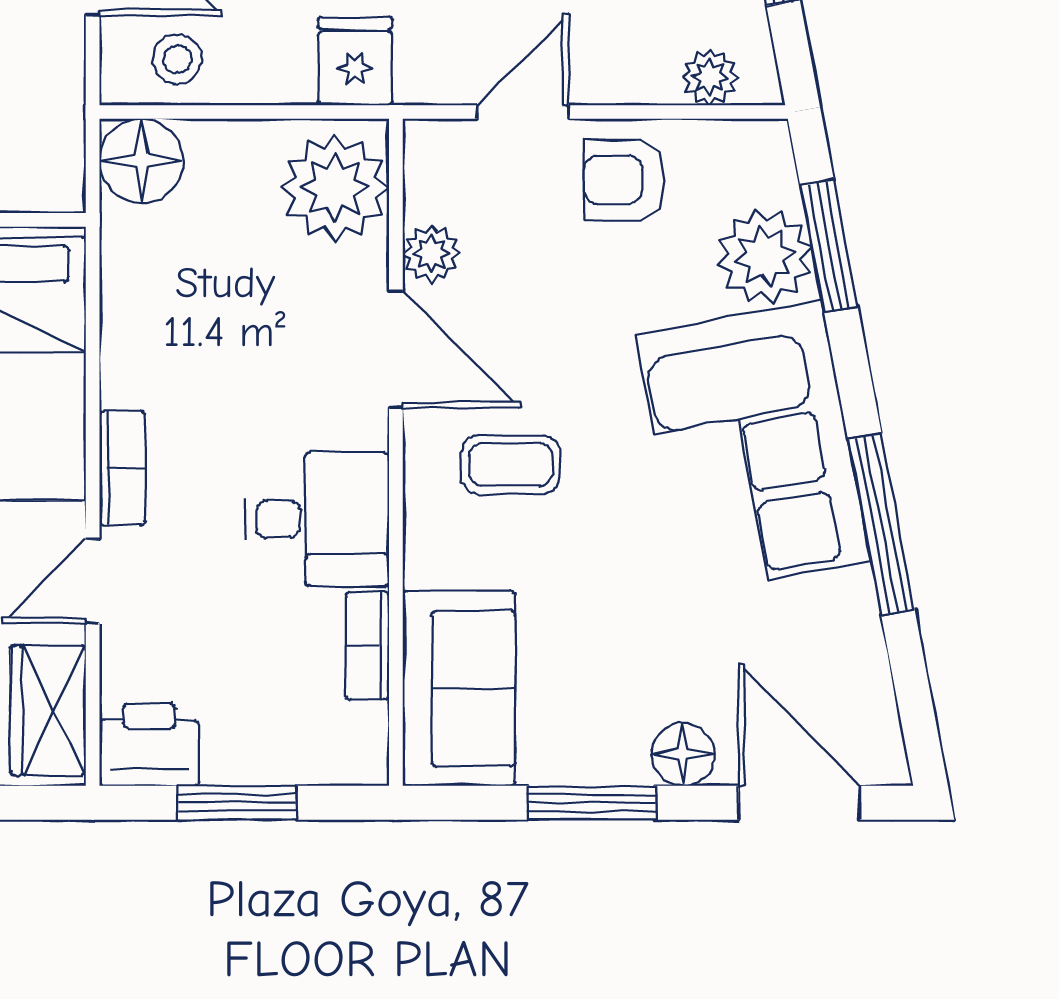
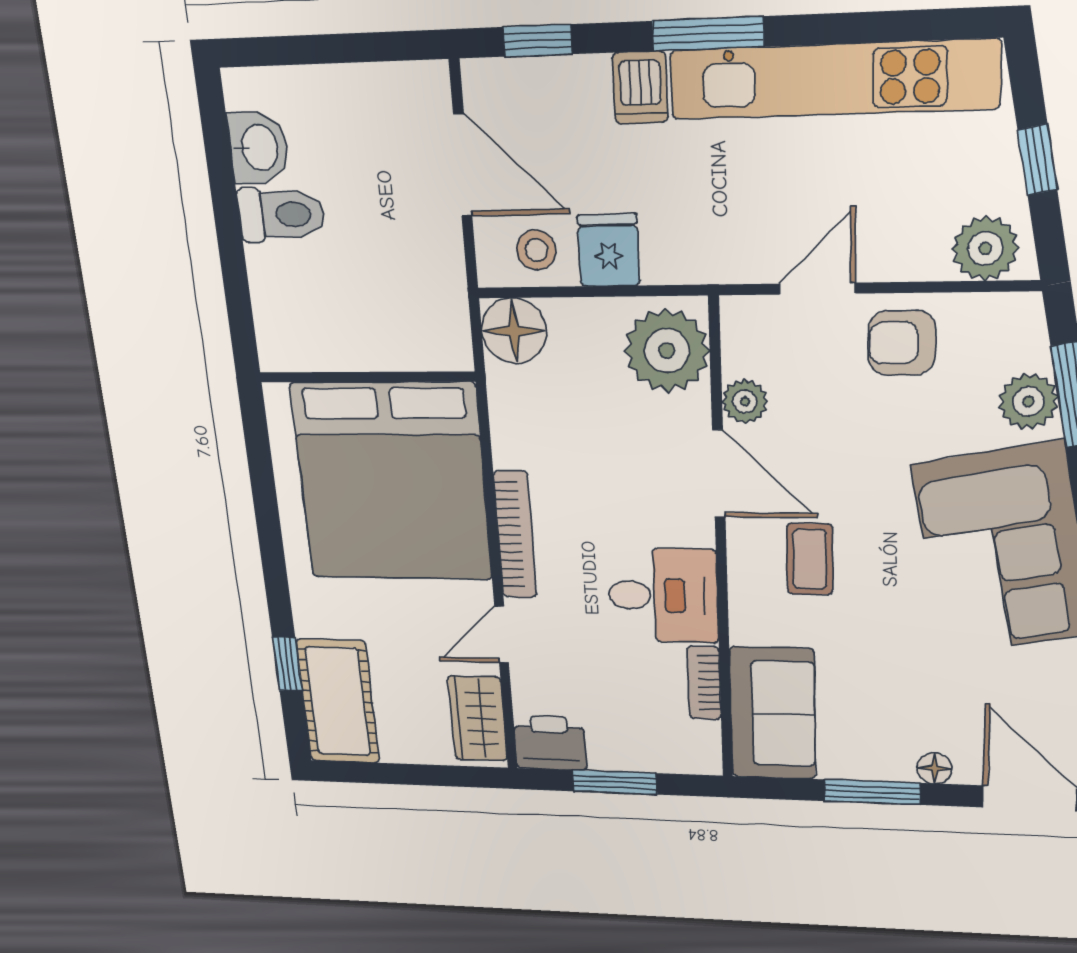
fridge: (355, 61) -> (609, 250), moved
plant: (710, 77) -> (985, 248), width x1.38, depth x1.38
plant: (765, 257) -> (1028, 401), width x0.73, depth x0.73
coffee table: (511, 465) -> (810, 559), turned 90
bookcase: (122, 468) -> (515, 535), width x1.56
floor lamp: (683, 754) -> (935, 768), width x0.73, depth x0.73

